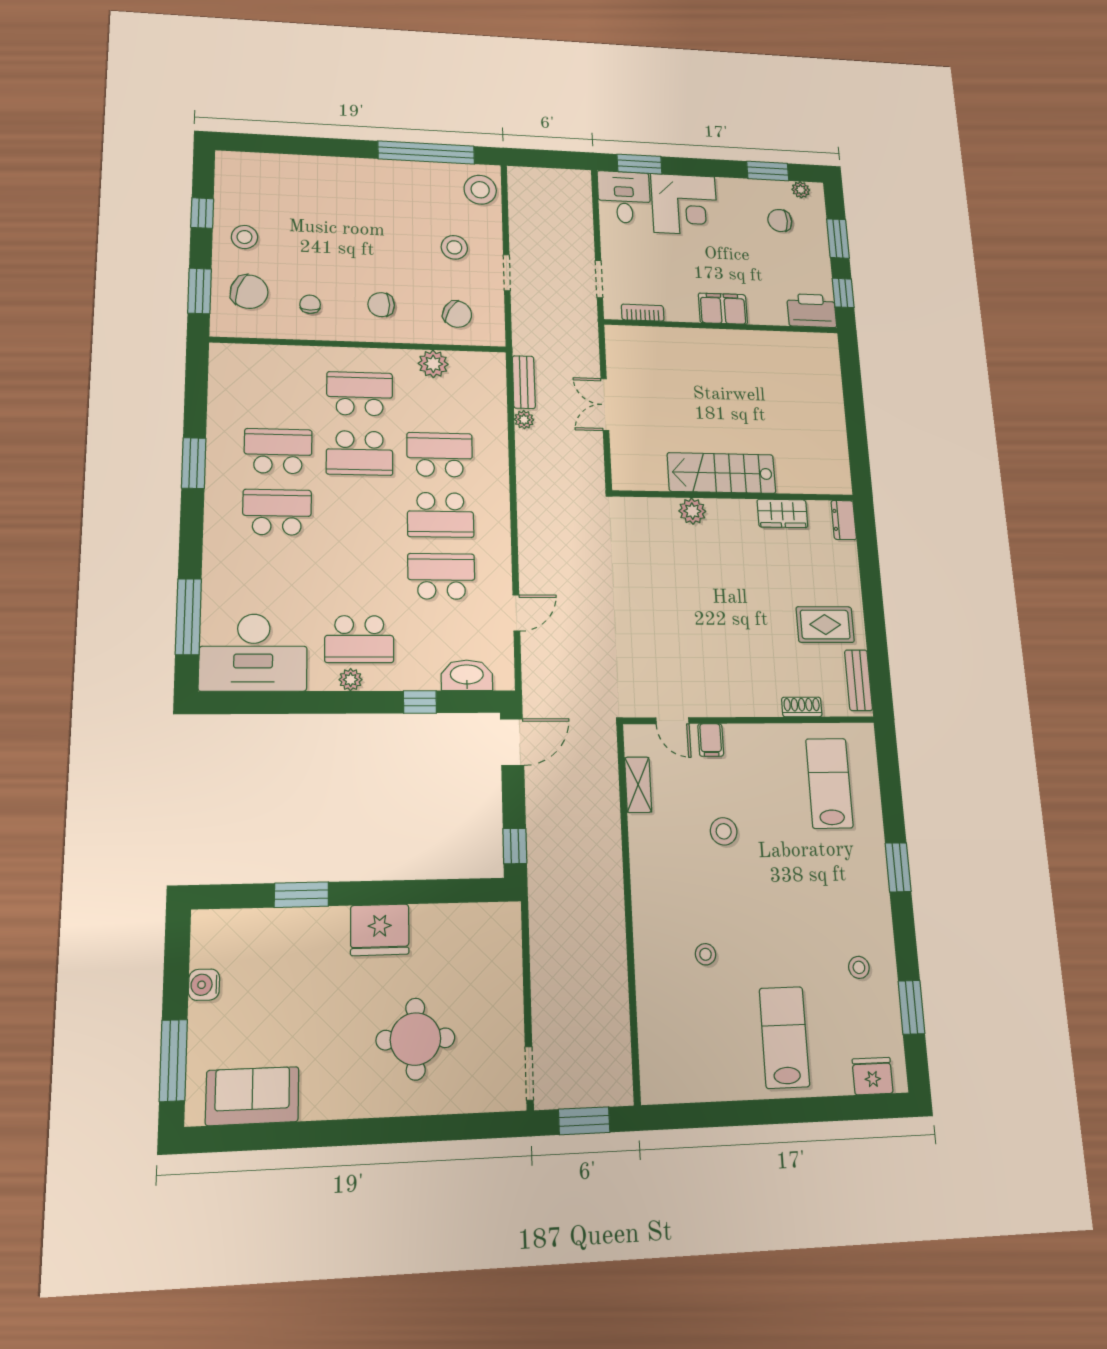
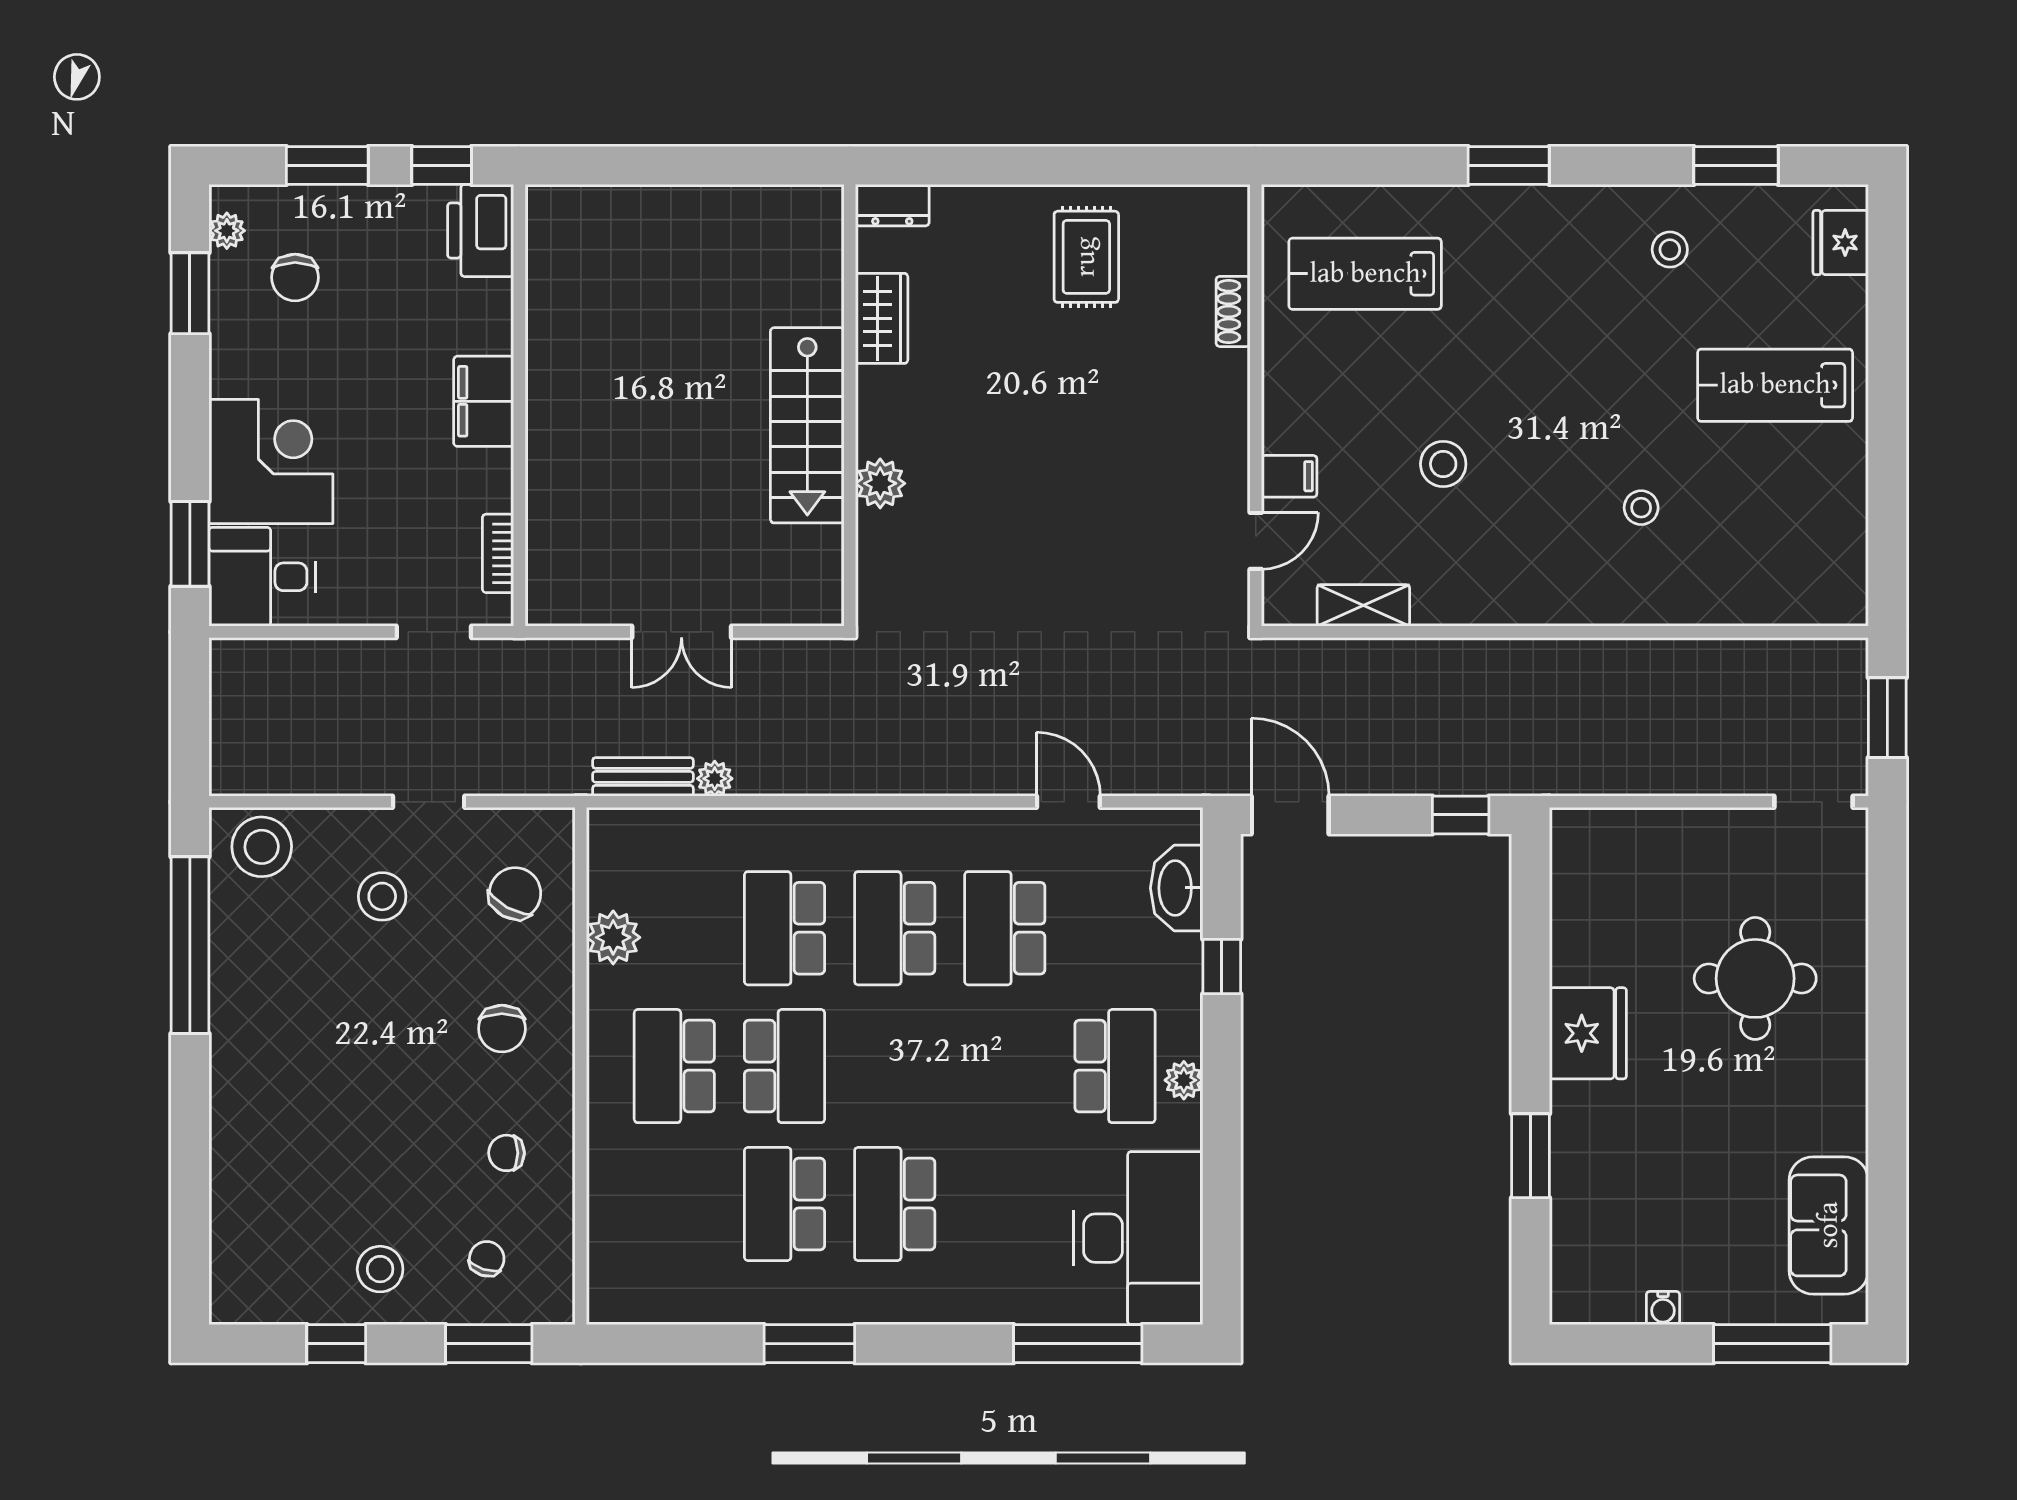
chair: (249, 292) -> (487, 1259), width x0.54, depth x0.54
school desk: (441, 515) -> (895, 928), turned 180
bench: (859, 680) -> (1186, 205), removed
water cooler: (204, 985) -> (1663, 1308), width x0.72, depth x0.72

